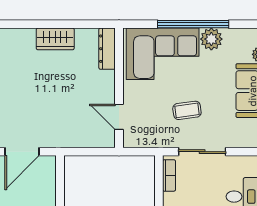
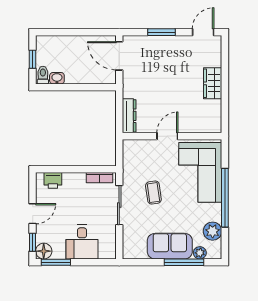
plant: (211, 39) -> (213, 231), moved
dresser: (107, 49) -> (129, 116), moved, turned 90
door: (119, 117) -> (167, 136), moved

